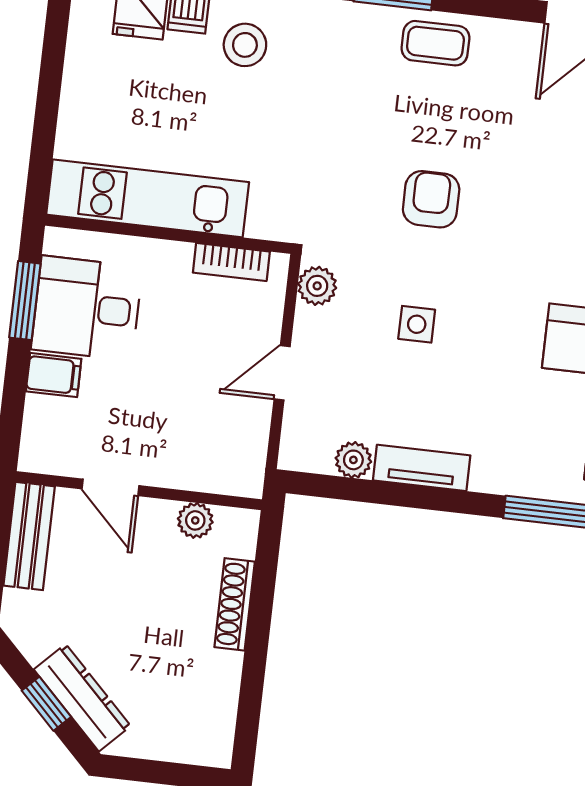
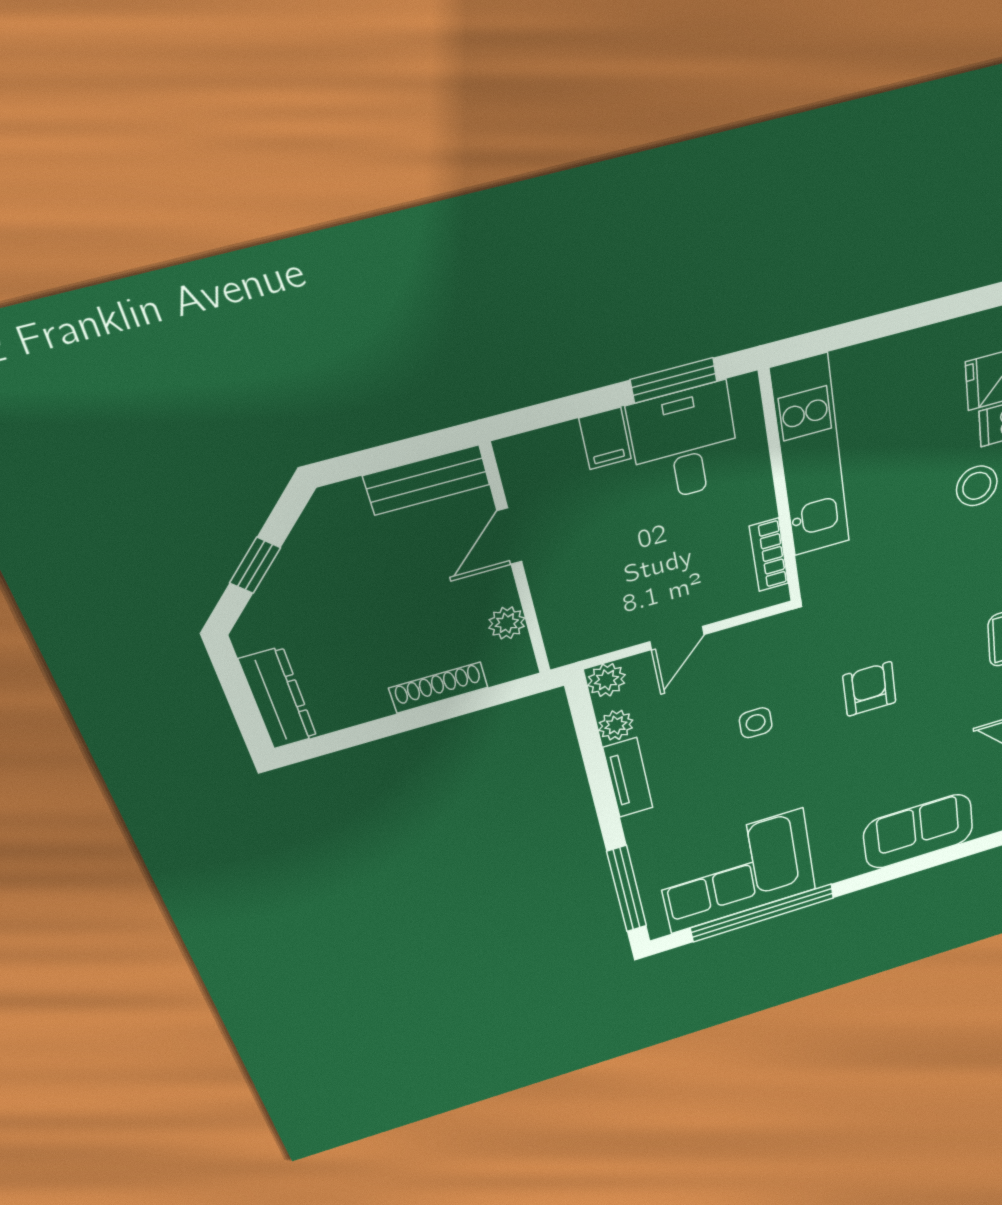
armchair: (431, 199) -> (869, 689), turned -90
plant: (317, 286) -> (606, 680), moved
door: (282, 373) -> (677, 638), swing flipped
dresser: (82, 698) -> (278, 698), moved, turned -45

